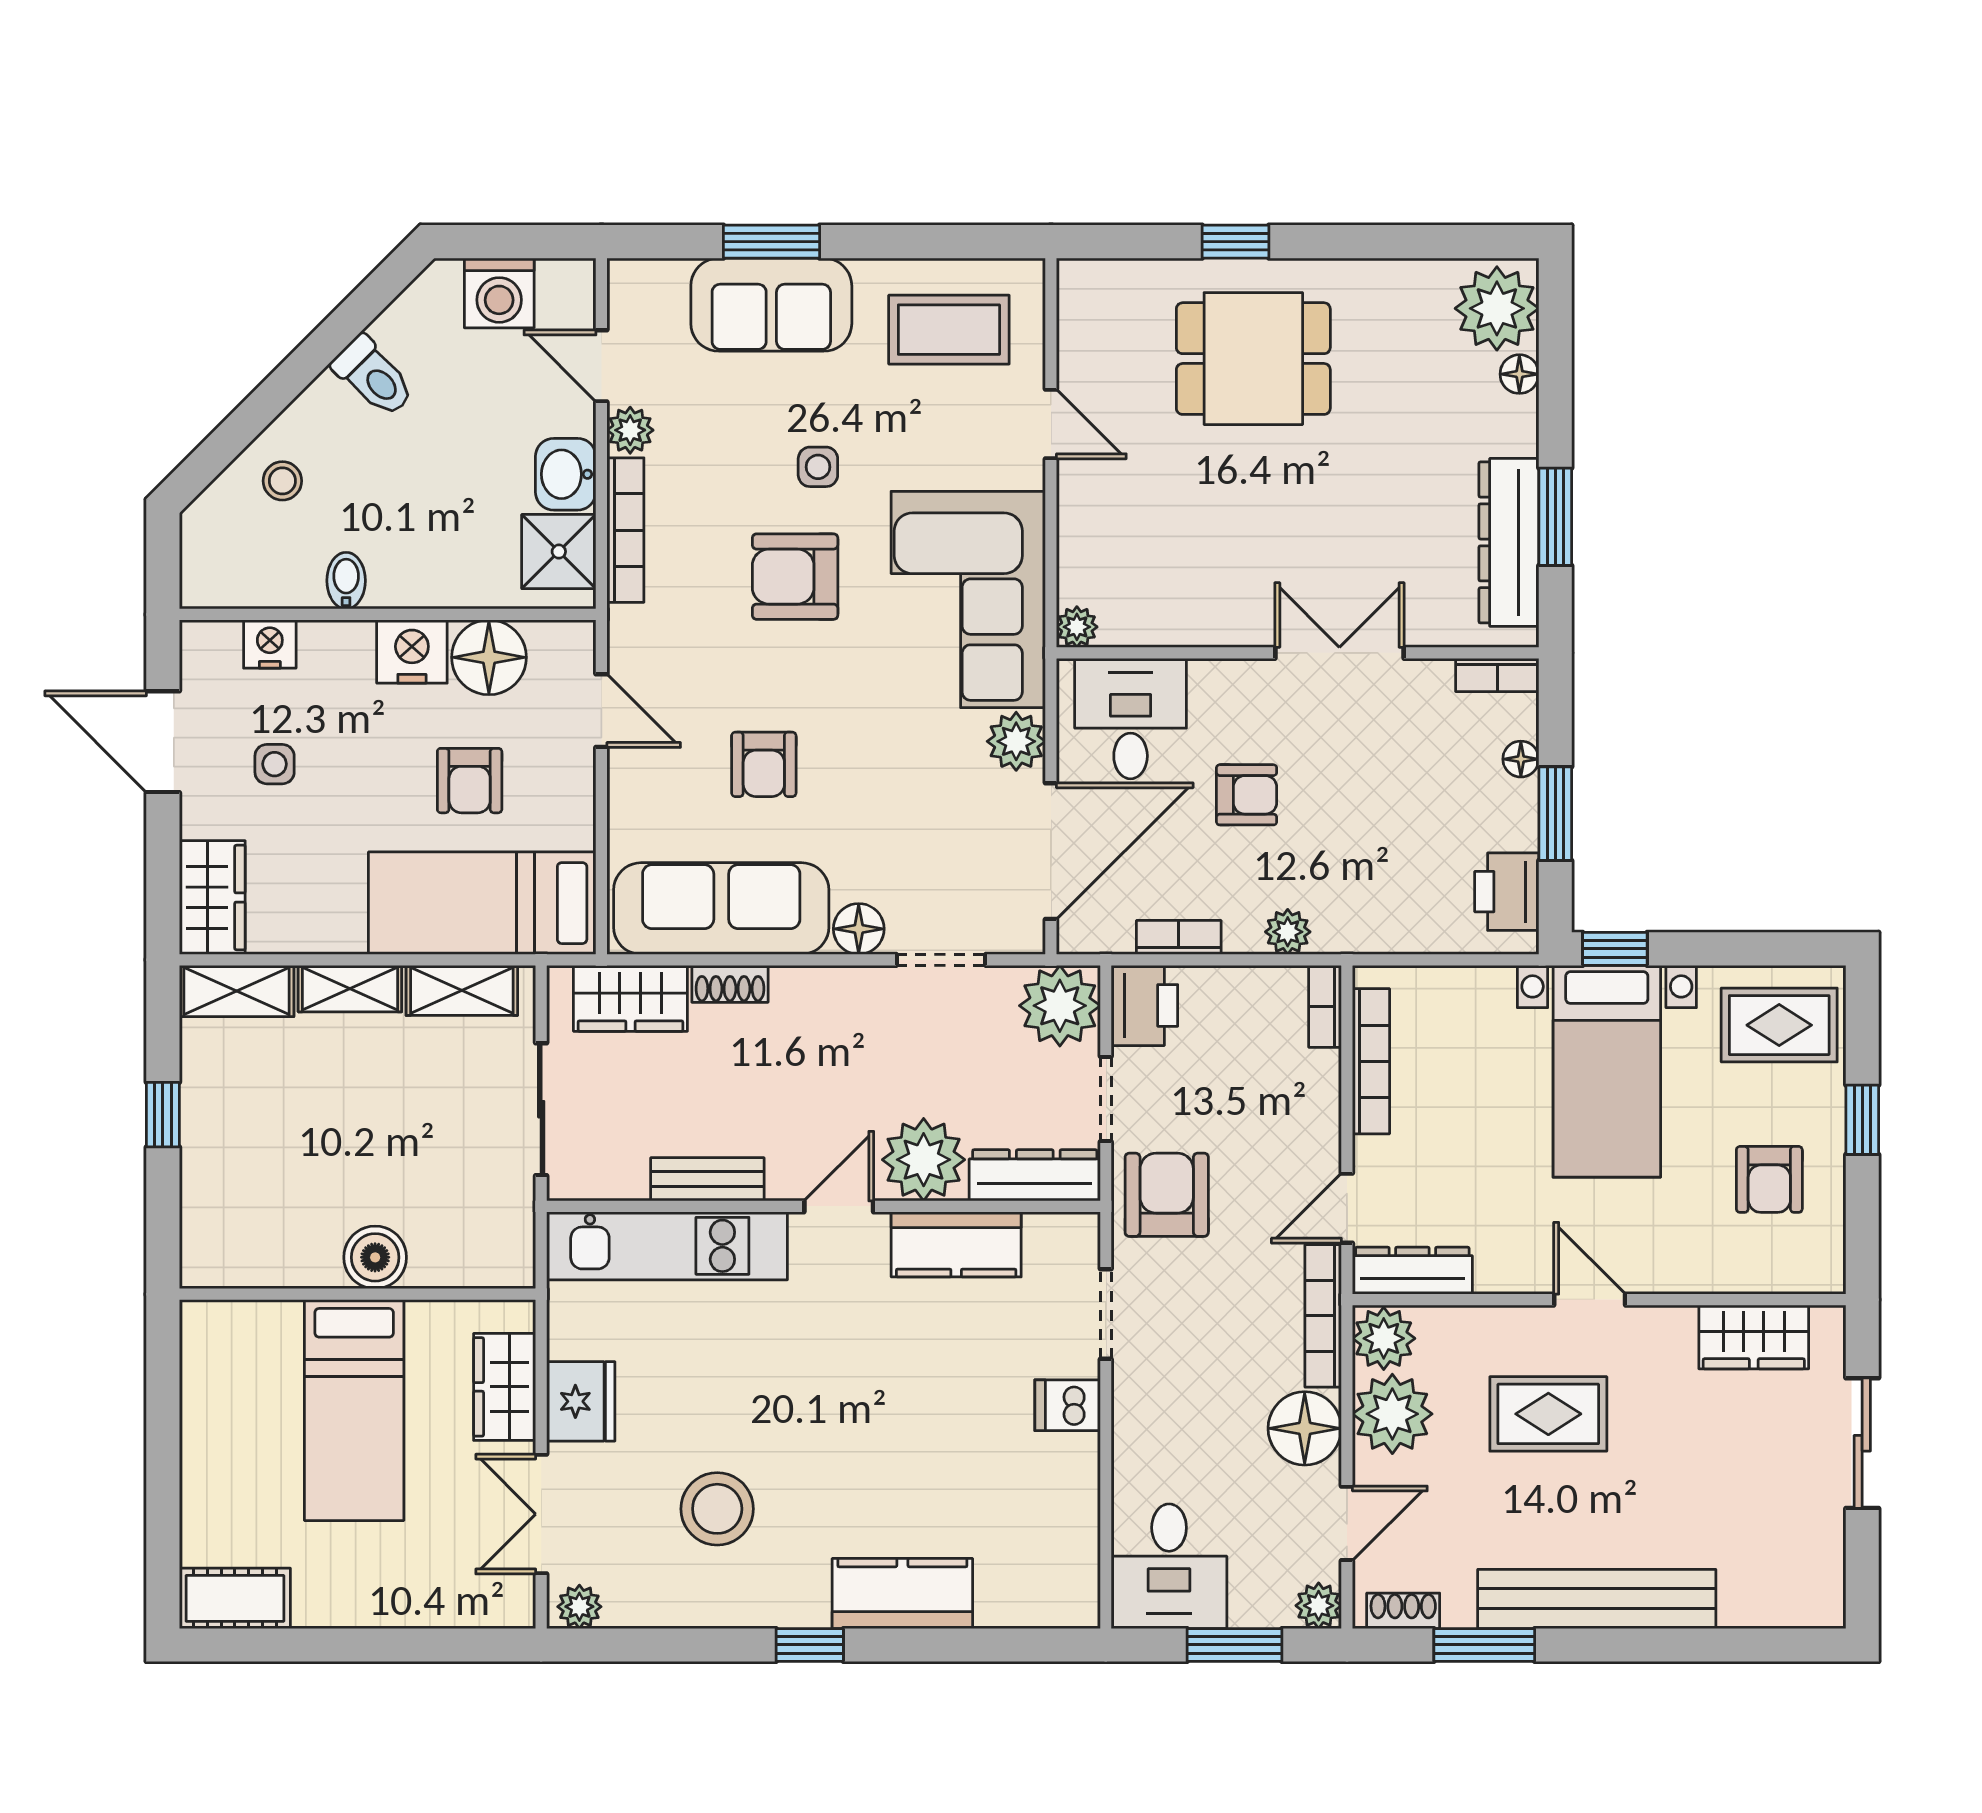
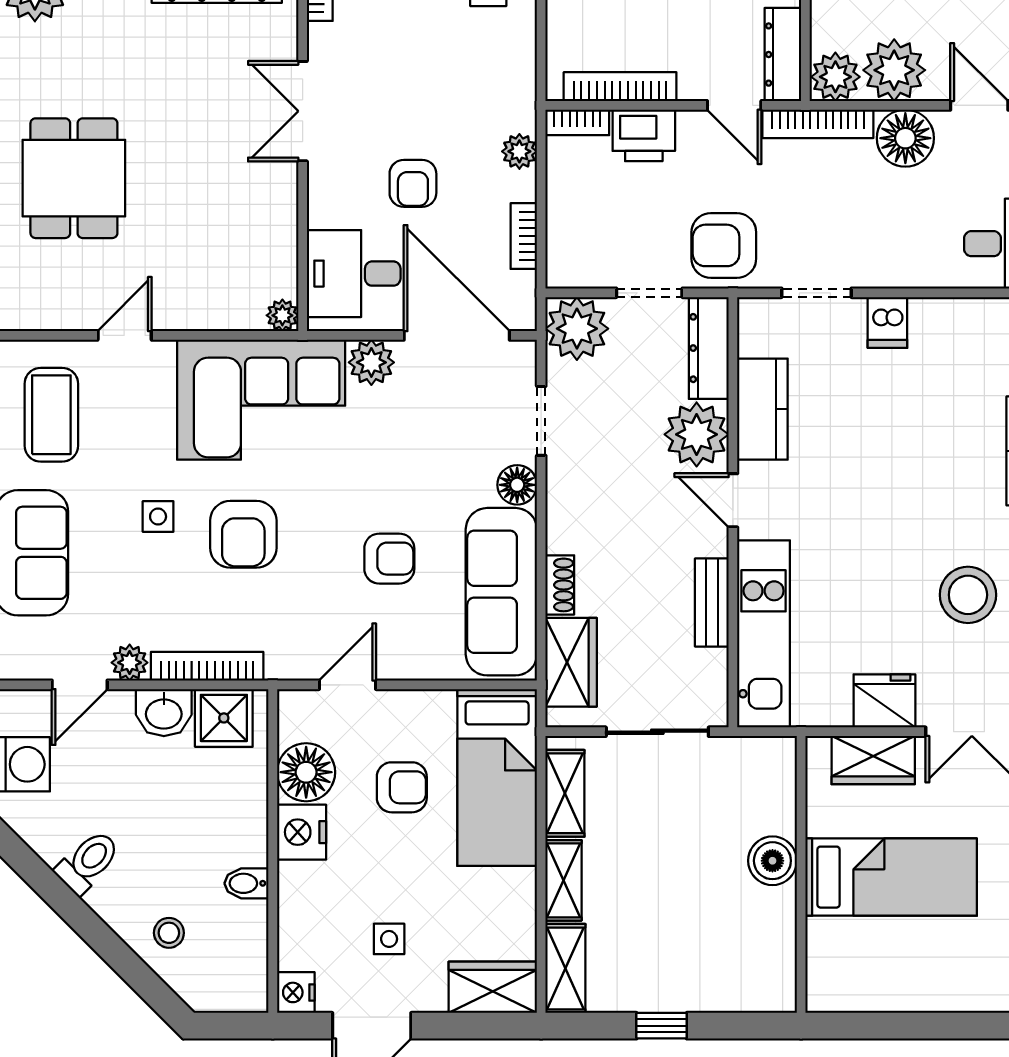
nightstand: (270, 644) -> (296, 992), moved
armchair: (1247, 795) -> (413, 183), turned 180
printer: (1144, 1005) -> (644, 135), moved, turned 180

